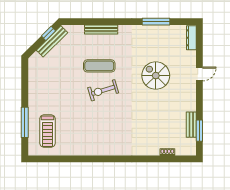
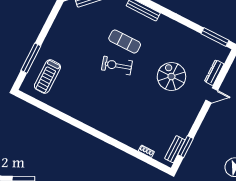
window: (156, 22) -> (215, 37), moved
dresser: (191, 38) -> (214, 73), moved
bench: (191, 125) -> (175, 149), moved

